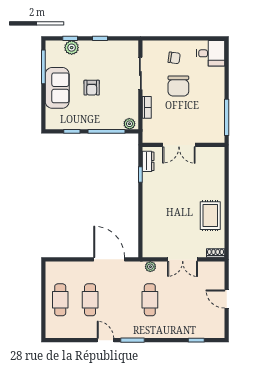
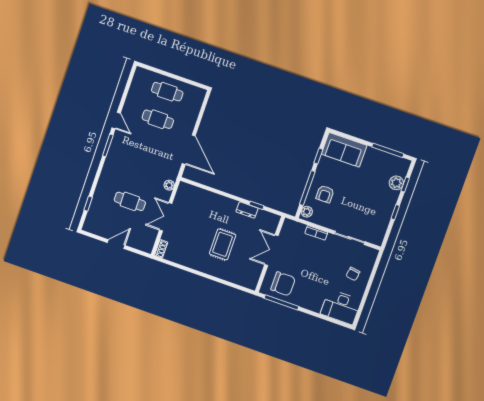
desk: (211, 53) -> (341, 307), width x1.37
chair: (178, 86) -> (283, 284), moved, turned 180
sofa: (57, 88) -> (344, 150), moved
armchair: (92, 88) -> (325, 194), moved, turned -90
dresser: (148, 161) -> (247, 210), moved
rug: (210, 216) -> (223, 244), moved, turned 90
door: (109, 259) -> (189, 150), hinge flipped
cafe table: (150, 300) -> (130, 201), moved
door: (105, 340) -> (116, 121), hinge flipped

